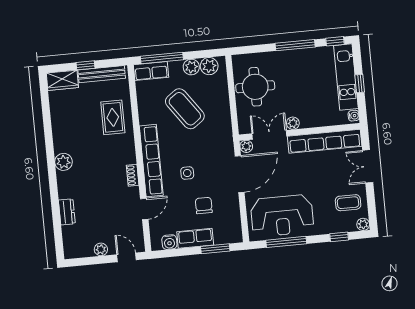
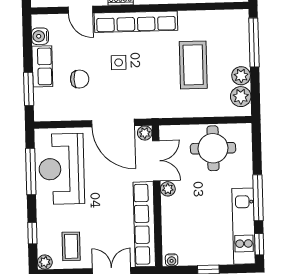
row of seats: (151, 71) -> (240, 29), removed
kitchen unit: (346, 77) -> (244, 226), moved, turned -90
coffee table: (185, 109) -> (193, 65), turned -54

